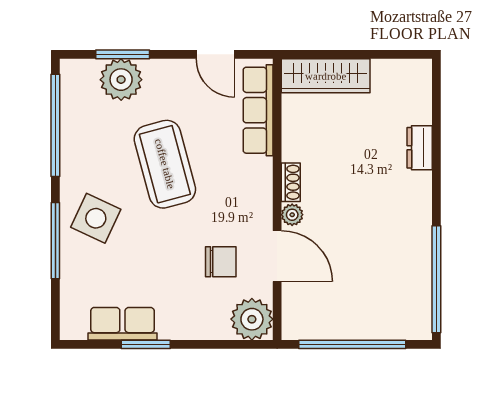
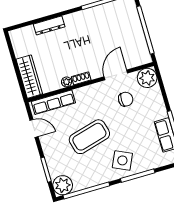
door: (215, 54) -> (34, 128), hinge flipped
plant: (121, 80) -> (63, 185), moved
dresser: (420, 148) -> (49, 25), width x1.44
plant: (292, 215) -> (67, 82), moved
chair: (221, 262) -> (126, 99), turned 90

